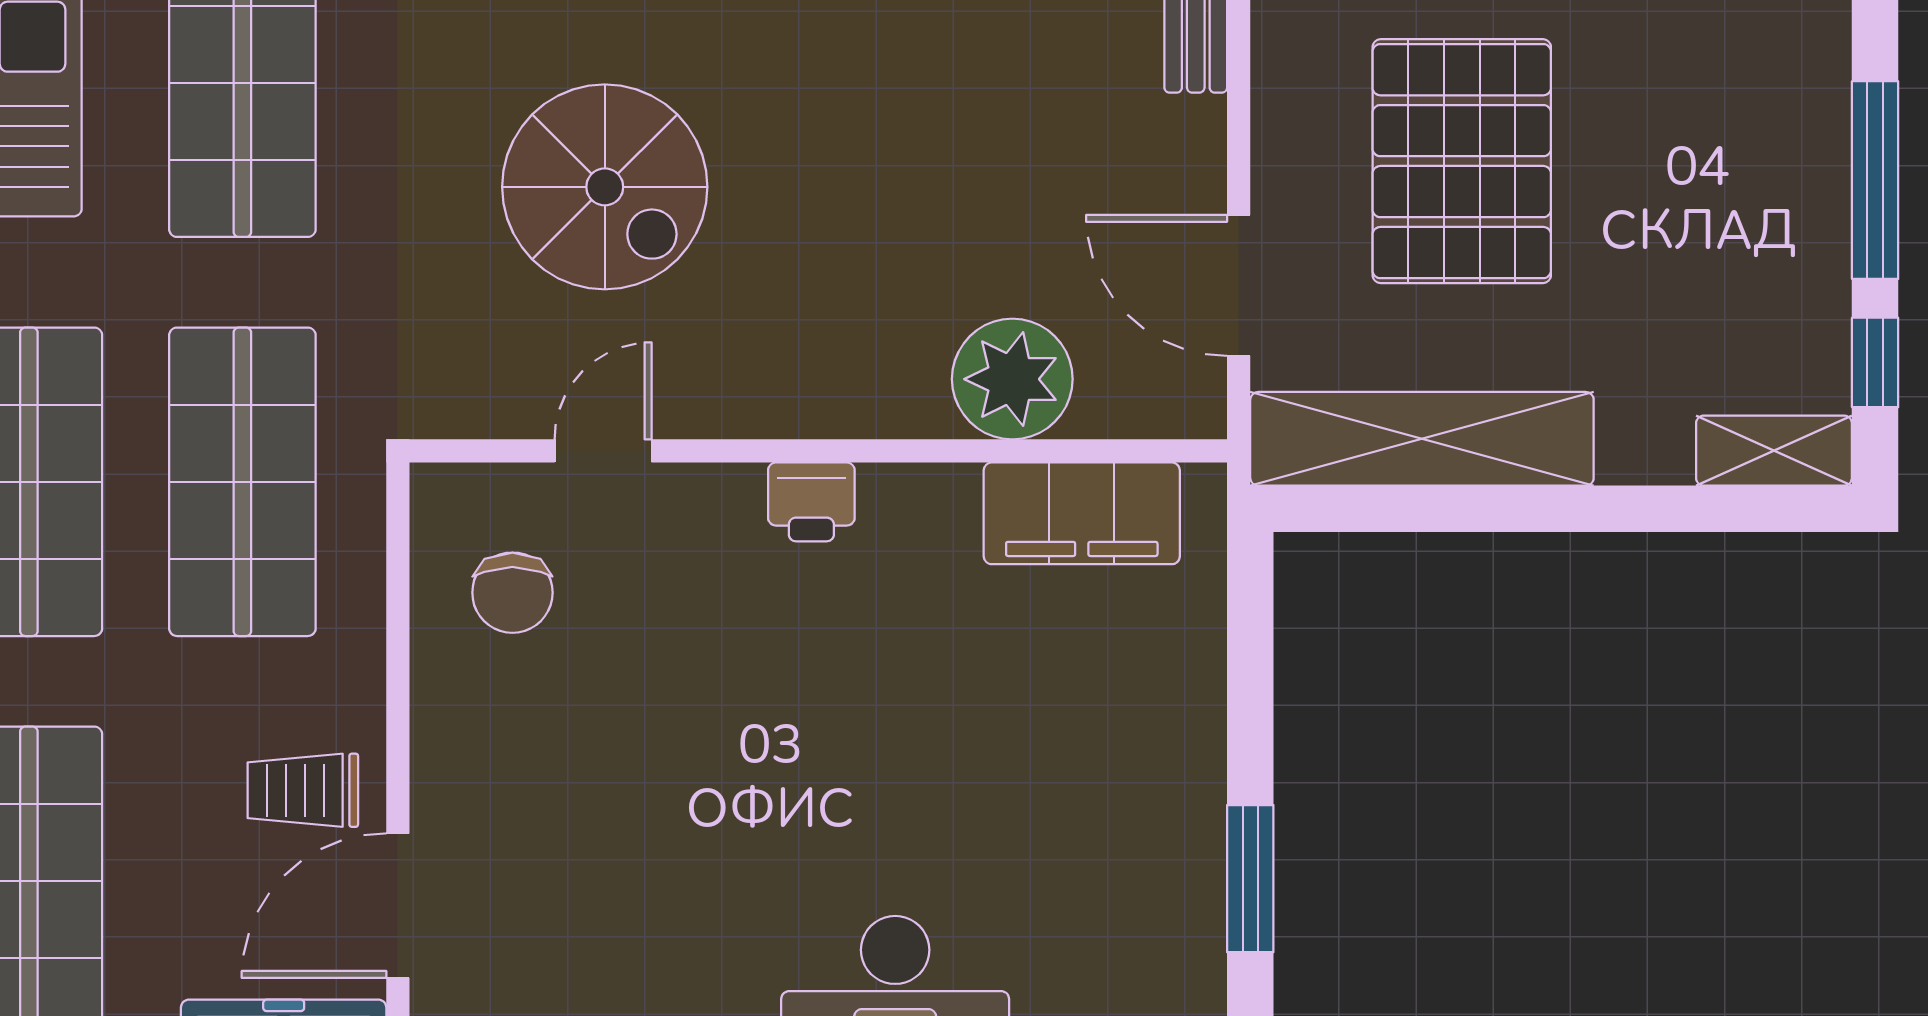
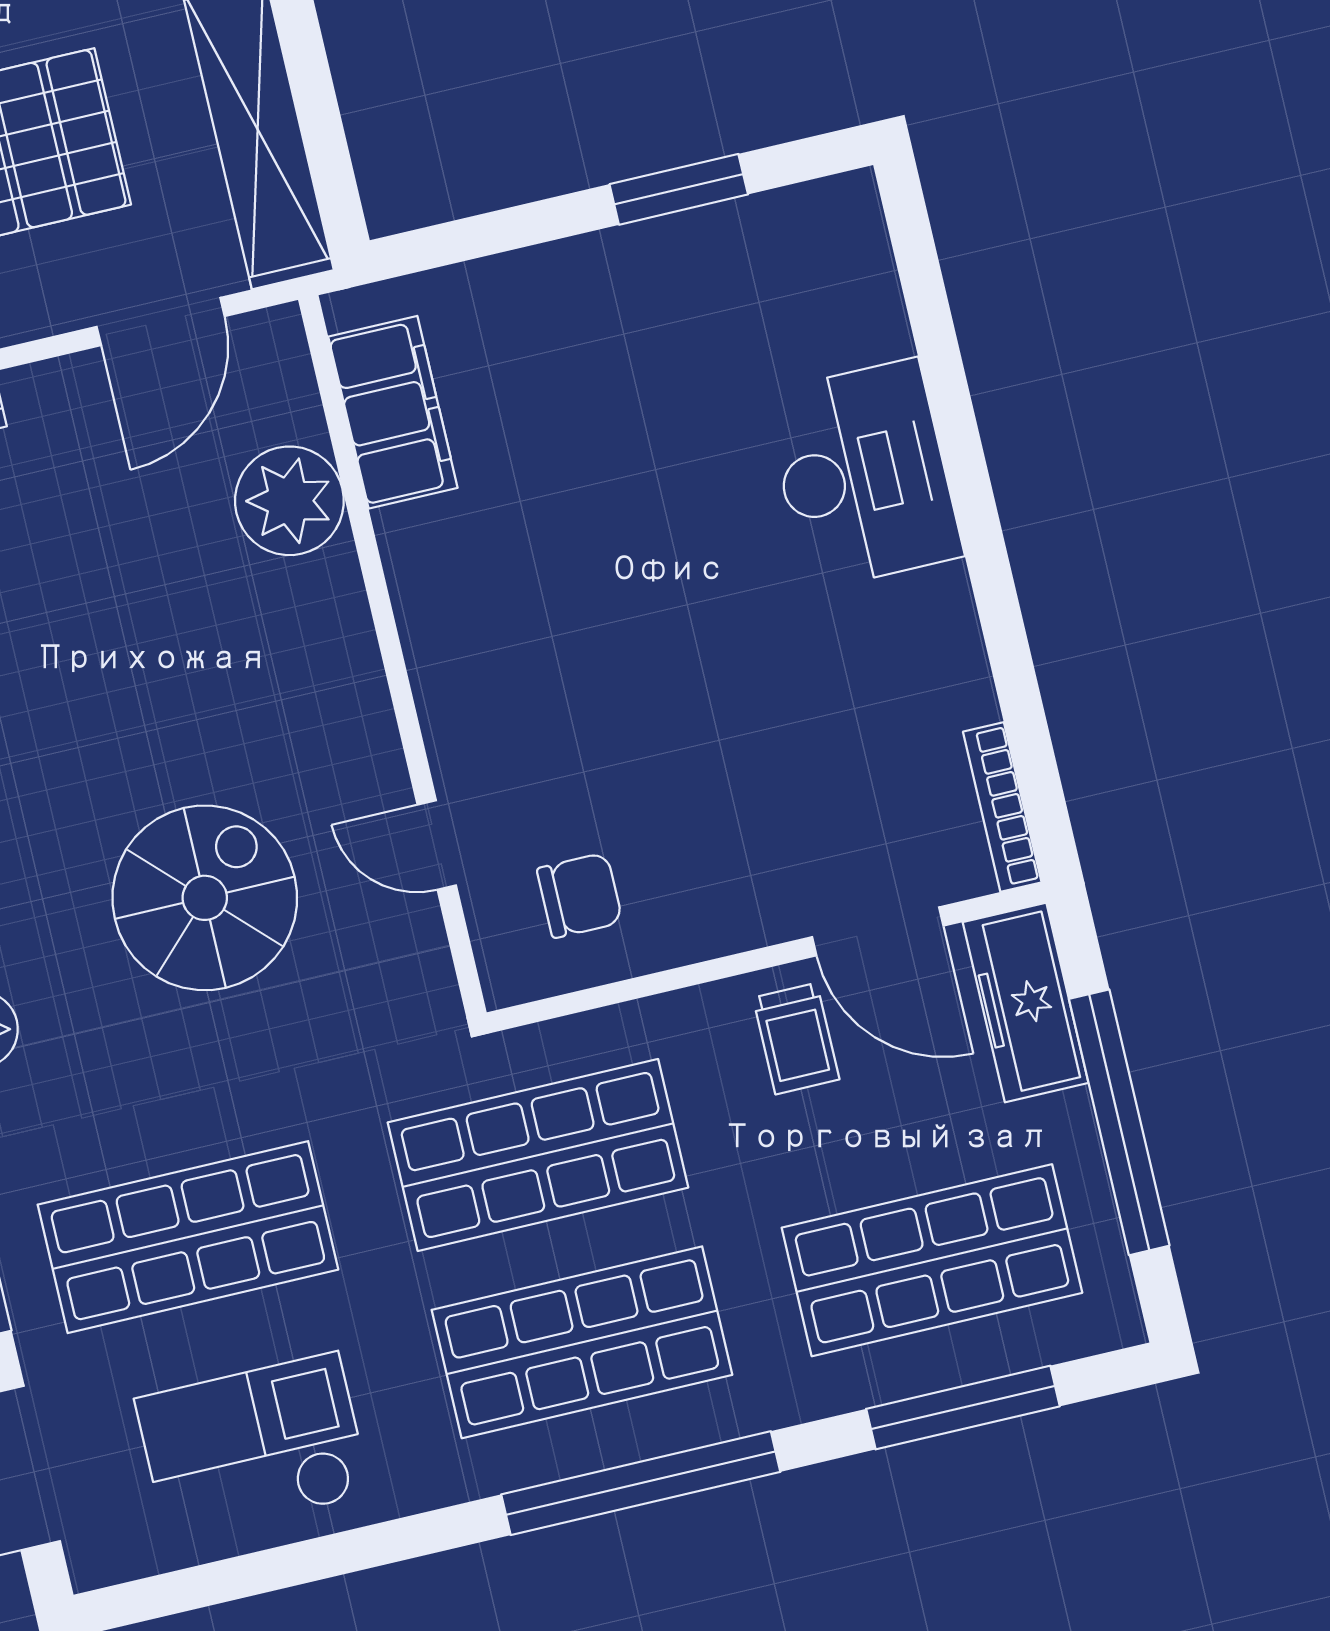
printer: (811, 502) -> (439, 652), removed

